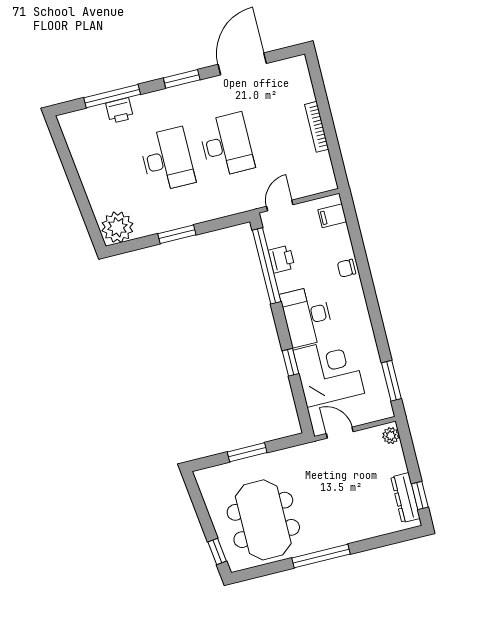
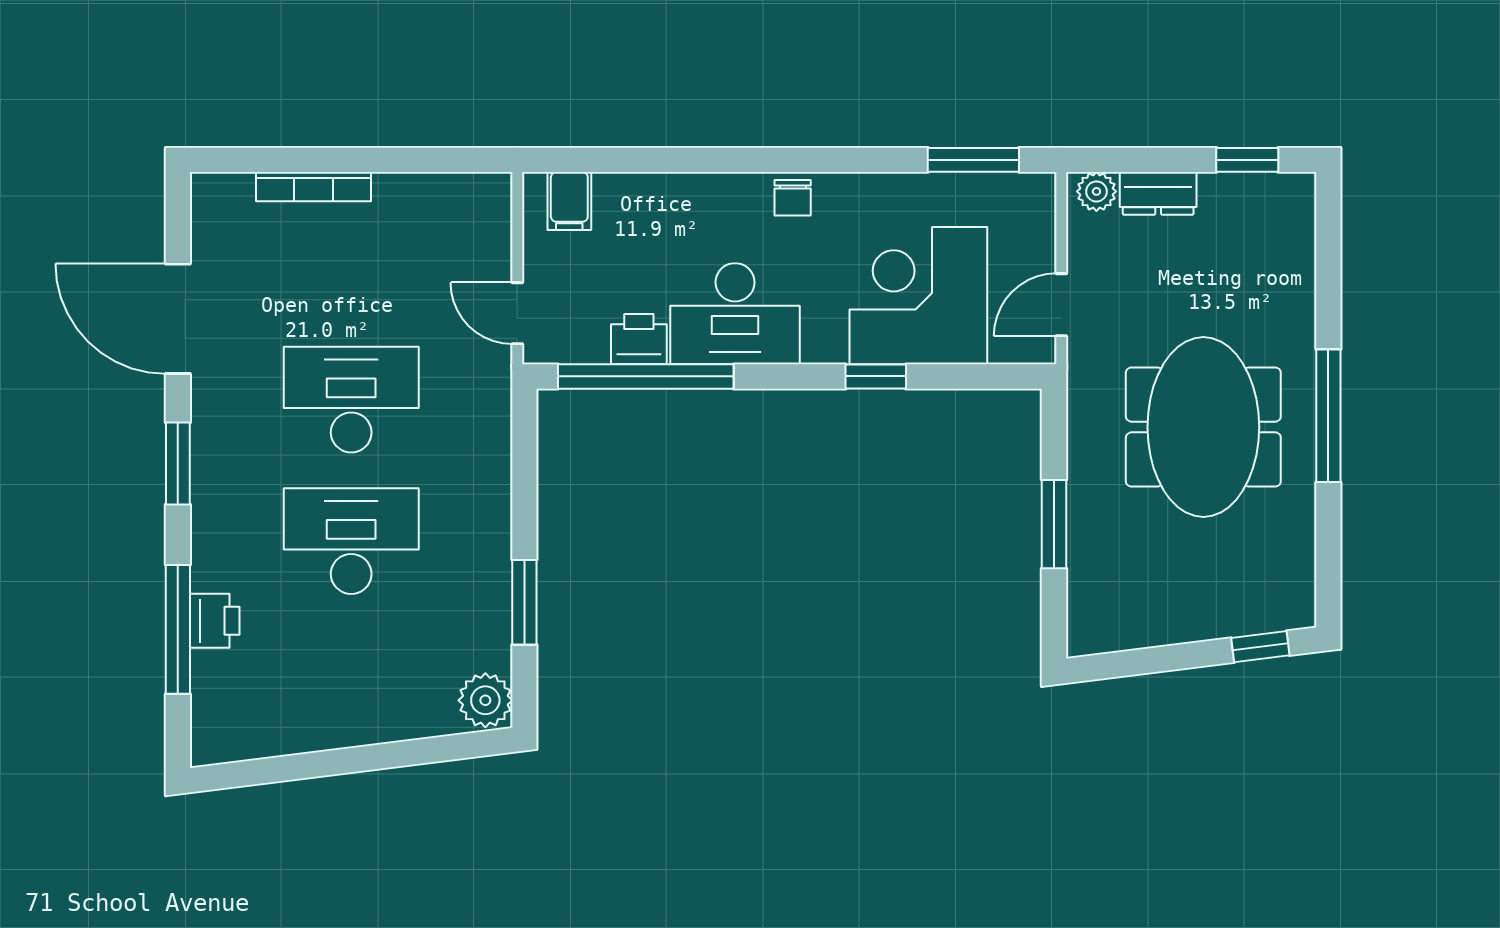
bookcase: (317, 127) -> (314, 187), moved
plant: (117, 227) -> (485, 700), width x0.73, depth x0.73
window: (177, 234) -> (524, 602), moved
chair: (346, 268) -> (793, 198), moved
desk: (307, 316) -> (735, 314), moved
dresser: (405, 498) -> (1158, 193), moved, width x0.70
meeting table: (263, 520) -> (1203, 427), moved, turned 90

